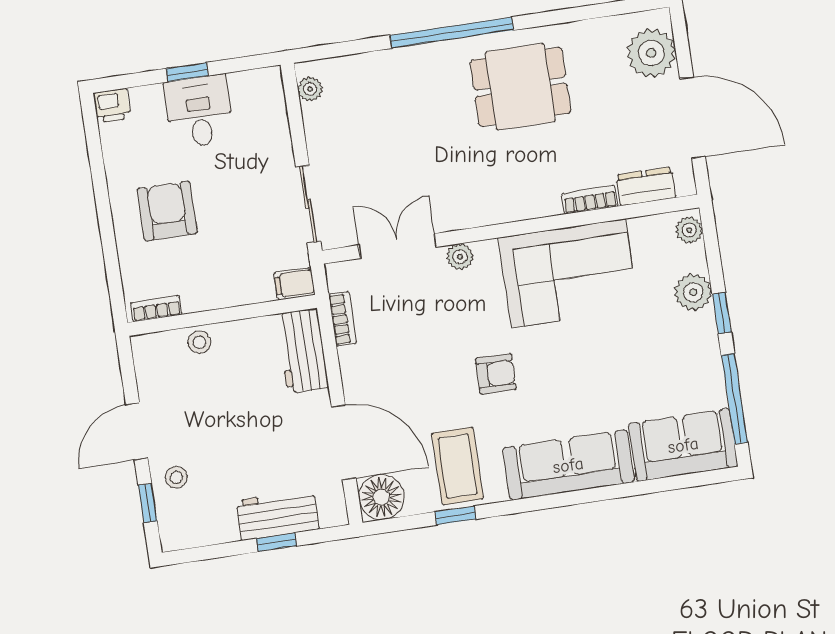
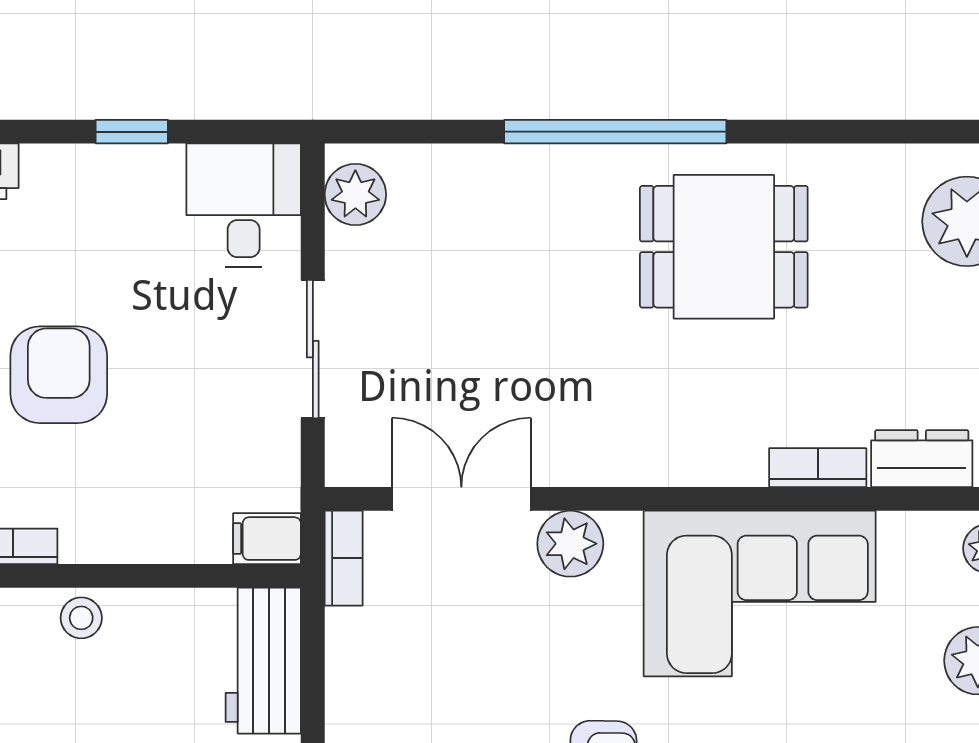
plant: (310, 89) -> (355, 195), width x1.38, depth x1.38
desk: (199, 112) -> (244, 205), moved
sliding door: (308, 204) -> (313, 349), moved
plant: (460, 257) -> (570, 544), width x1.38, depth x1.38
bookcase: (343, 319) -> (344, 558), moved

